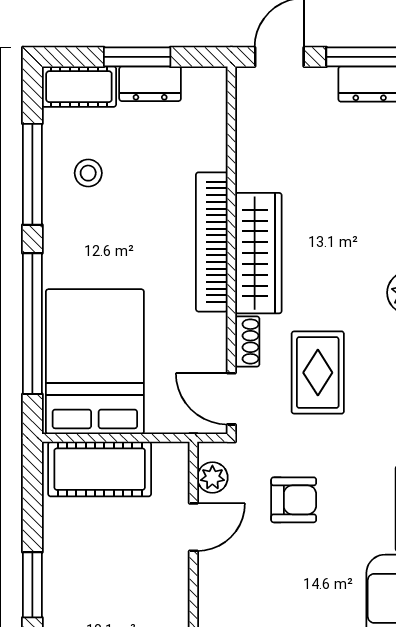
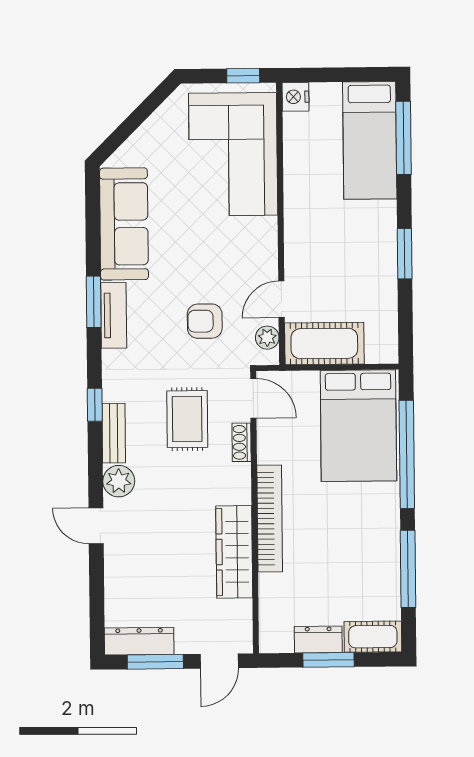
stool: (88, 173) -> (365, 570), removed
wardrobe: (258, 253) -> (234, 552), moved
cot: (100, 469) -> (324, 343), moved

